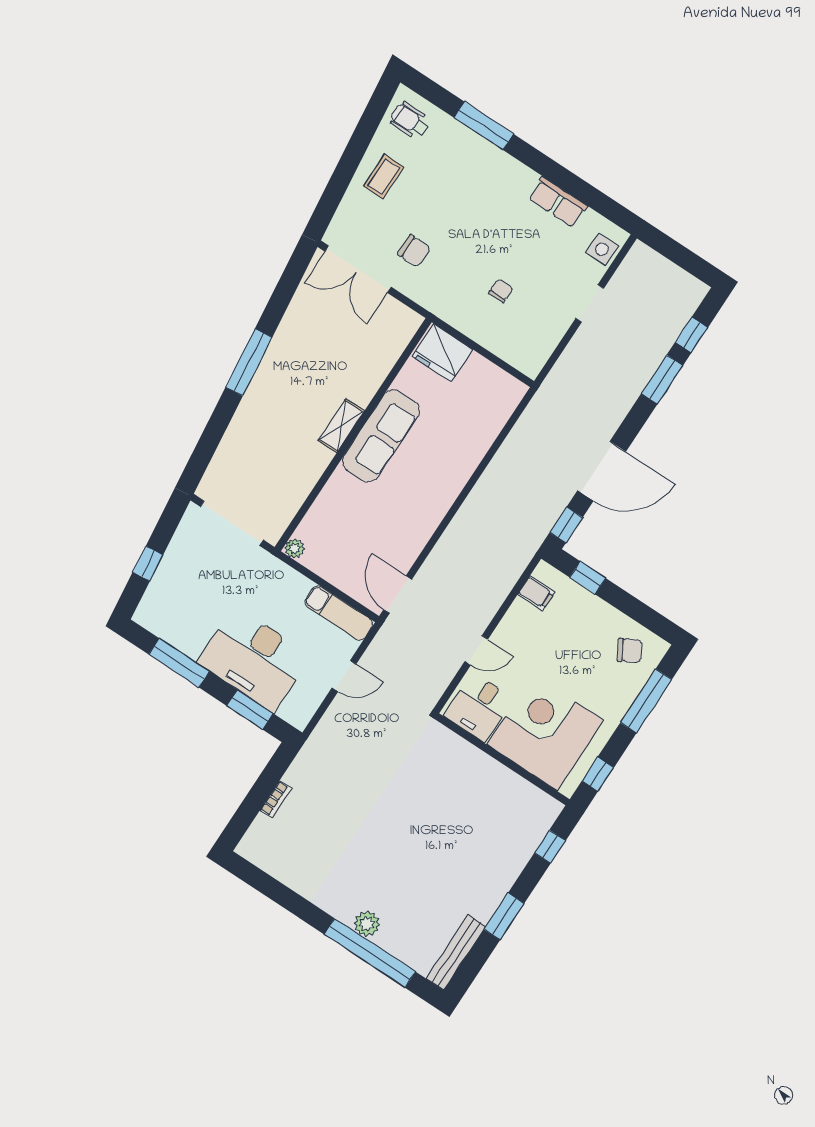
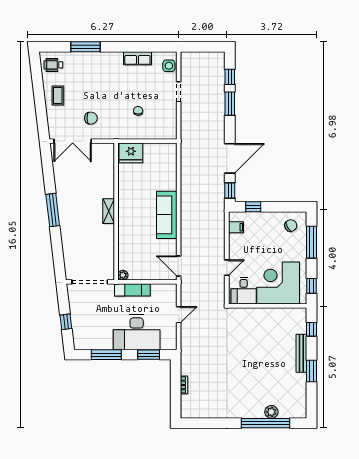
sofa: (381, 436) -> (167, 215), moved, turned 180
exam couch: (339, 613) -> (132, 290), moved
plant: (367, 924) -> (271, 412), moved
bench: (456, 952) -> (301, 353), moved

